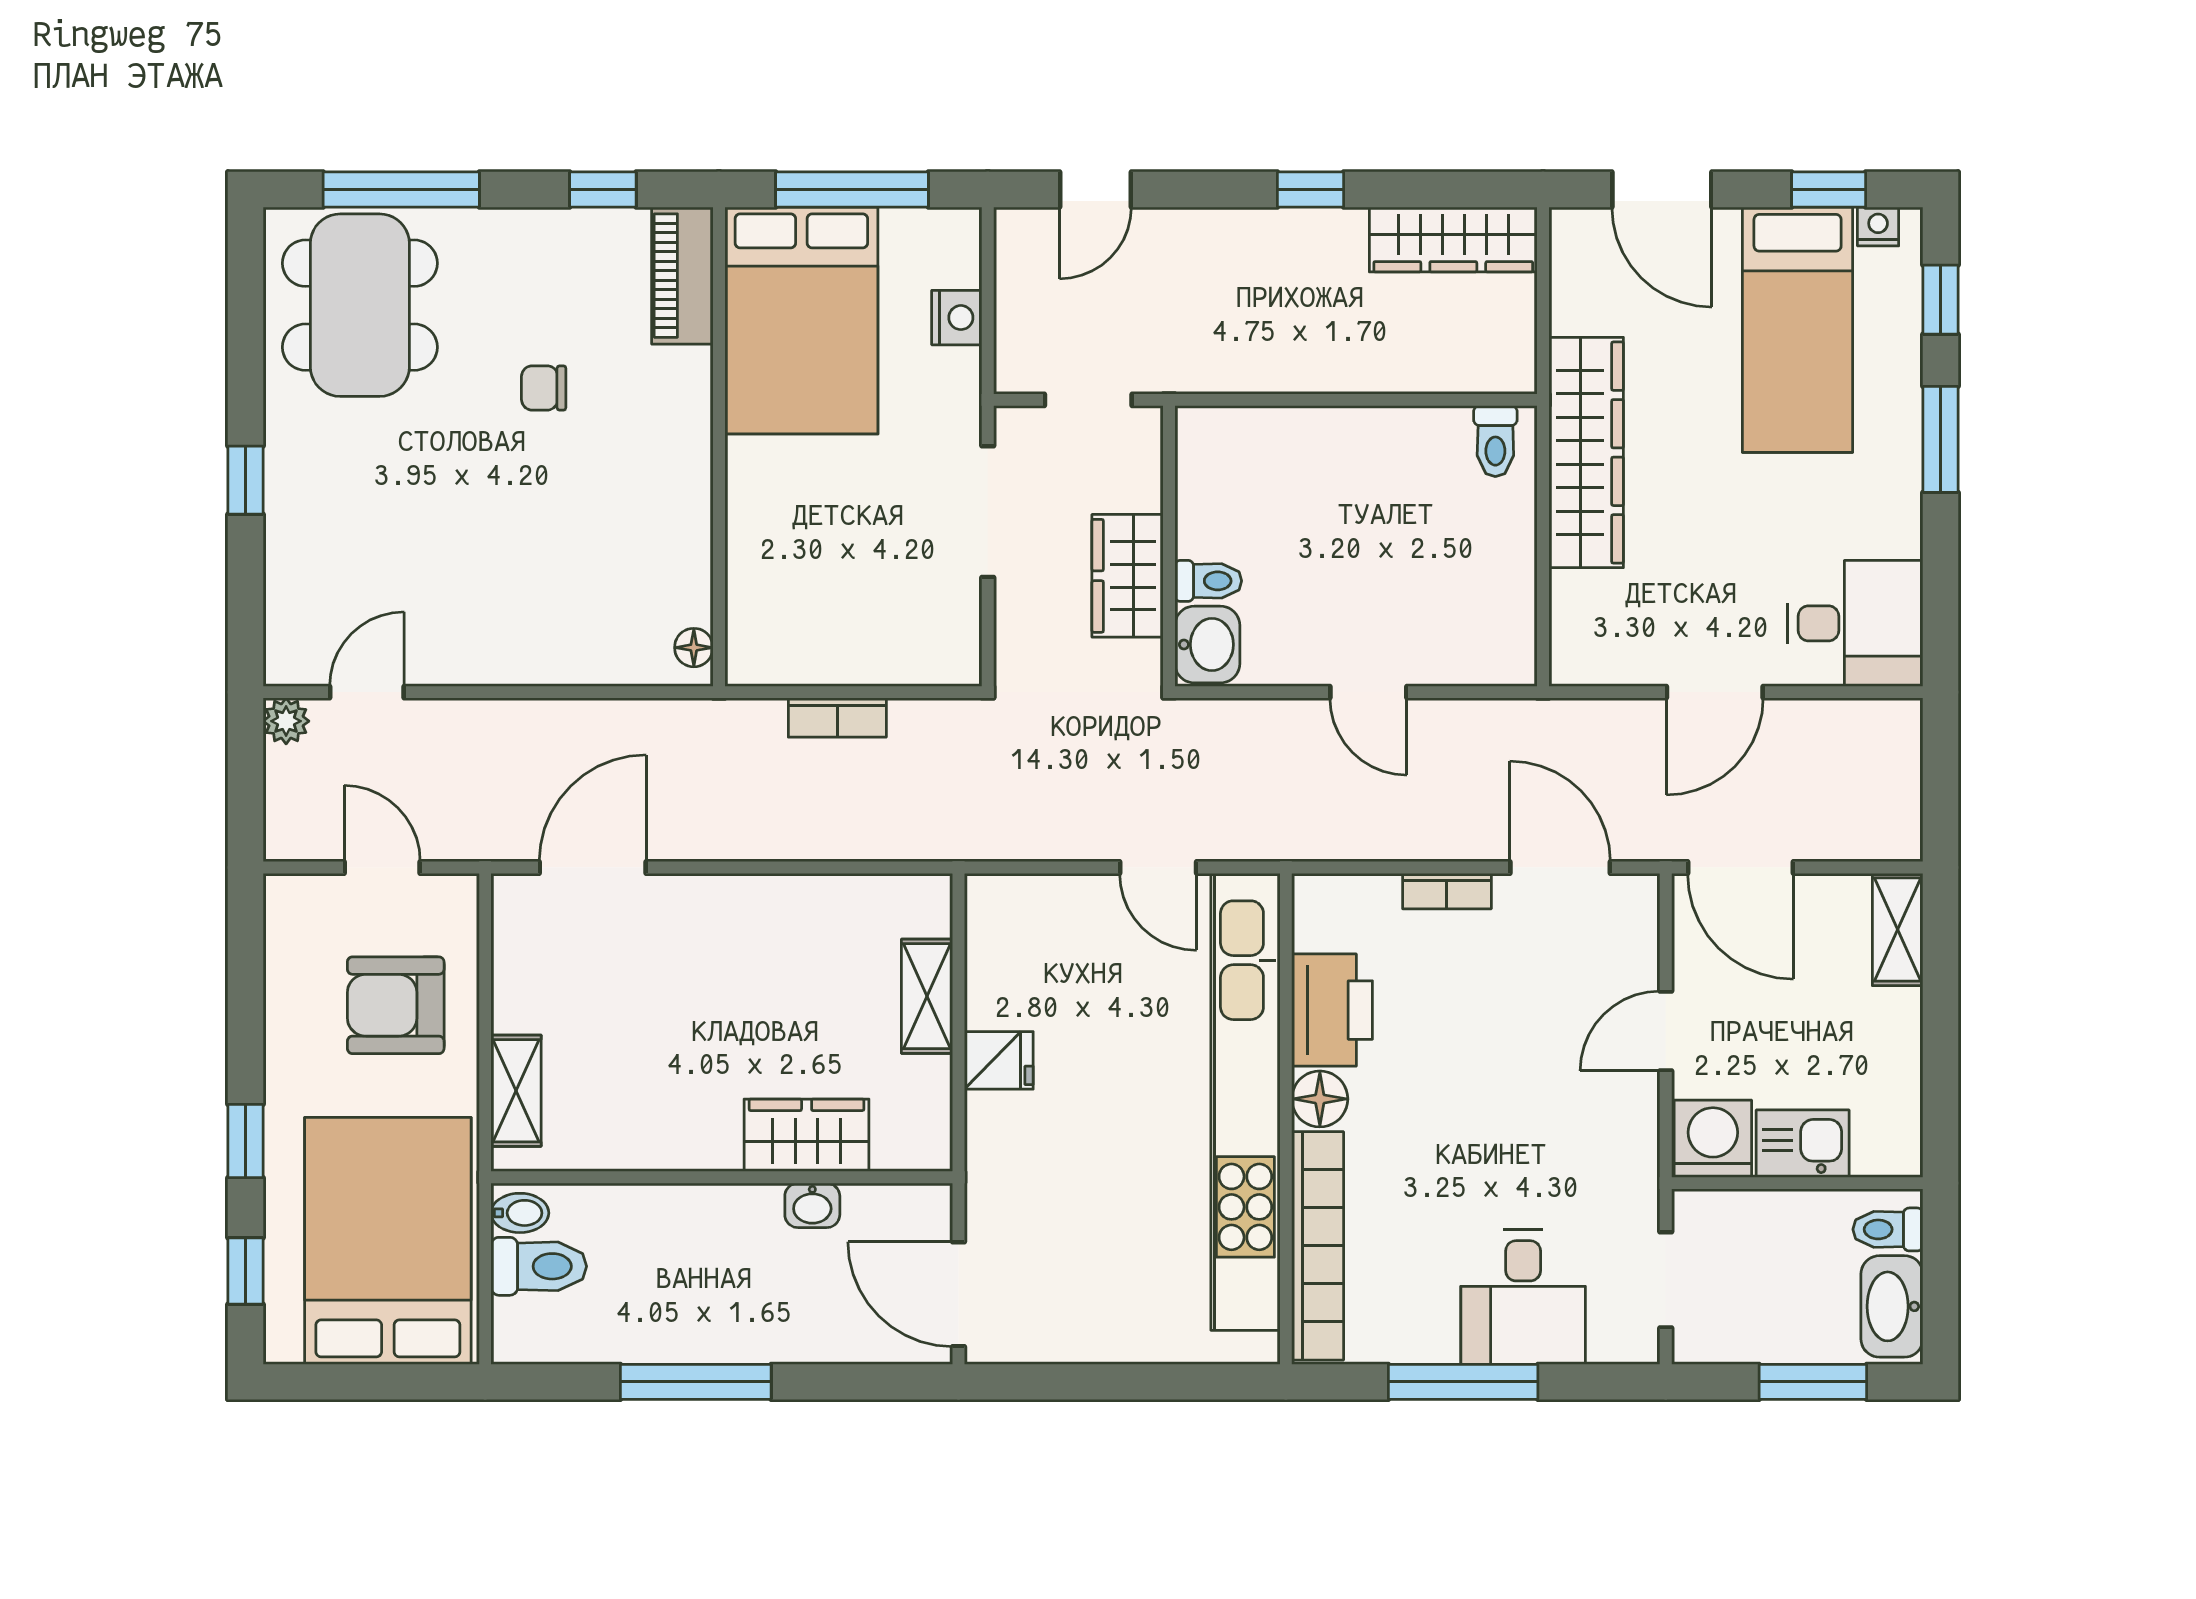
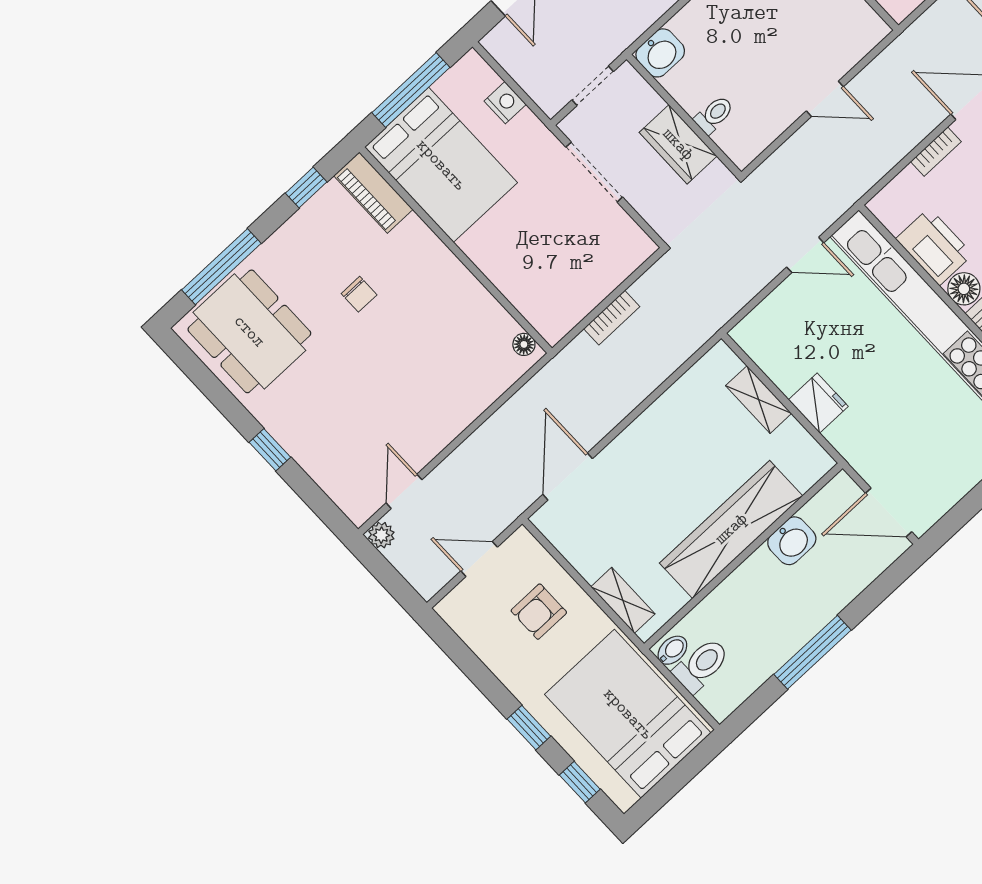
chair: (544, 388) -> (359, 294), turned -90
washbasin: (1207, 645) -> (660, 53), moved, turned 90
armchair: (396, 1005) -> (539, 612), width x0.72, depth x0.72
fridge: (999, 1060) -> (818, 403), width x1.38
wardrobe: (807, 1135) -> (731, 529), width x2.10, depth x1.17
washbasin: (812, 1205) -> (792, 541), width x1.38, depth x1.45

